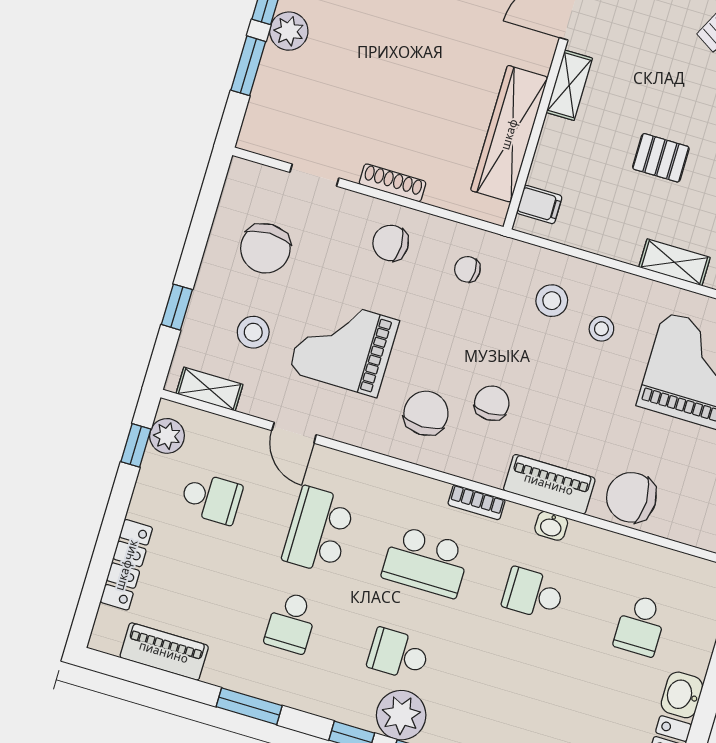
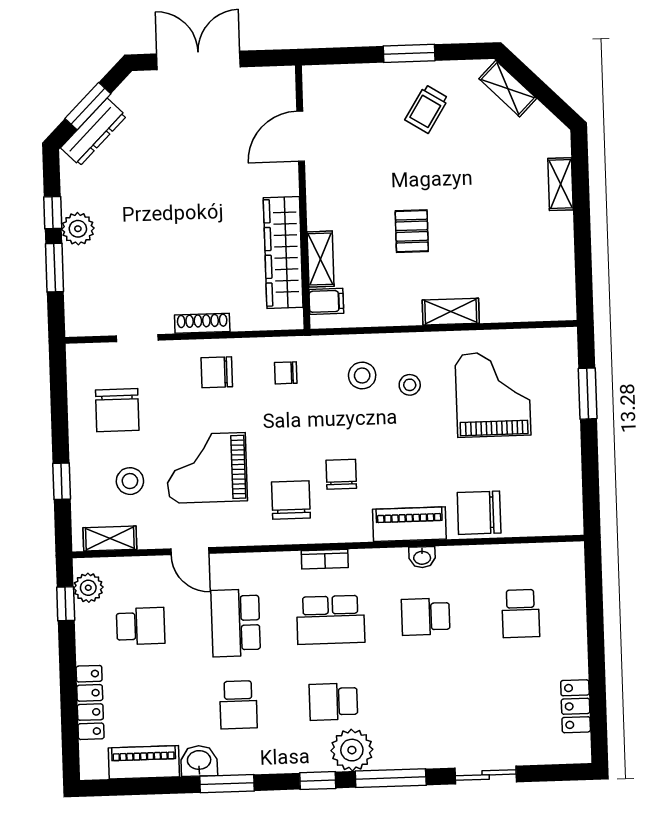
shelving: (569, 85) -> (321, 259), moved
pallet: (661, 158) -> (412, 231), turned 90
bookcase: (476, 502) -> (325, 559), moved
washbasin: (682, 695) -> (199, 761), moved, turned 90

